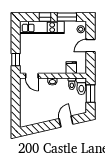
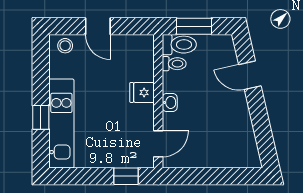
window: (67, 17) -> (41, 73), removed
fridge: (71, 68) -> (142, 92), moved

